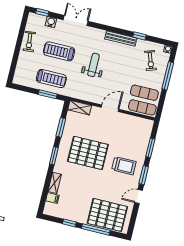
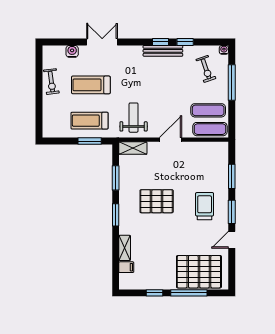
window: (42, 12) -> (160, 42), moved
weight bench: (93, 65) -> (134, 118), moved
treadmill: (51, 79) -> (89, 121), turned 180
pallet: (88, 153) -> (157, 201), width x0.73, depth x0.71
trolley: (124, 166) -> (205, 206), turned -90

